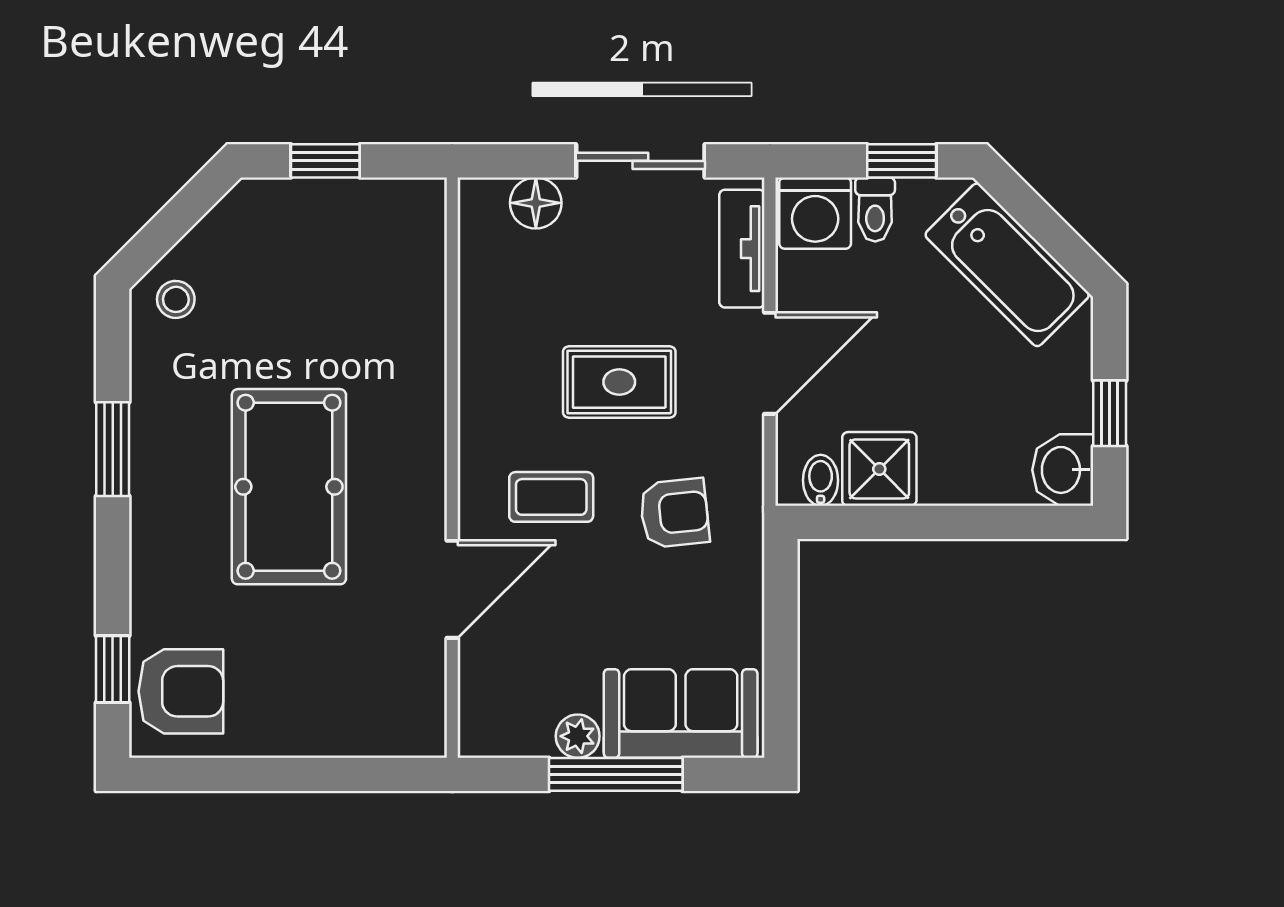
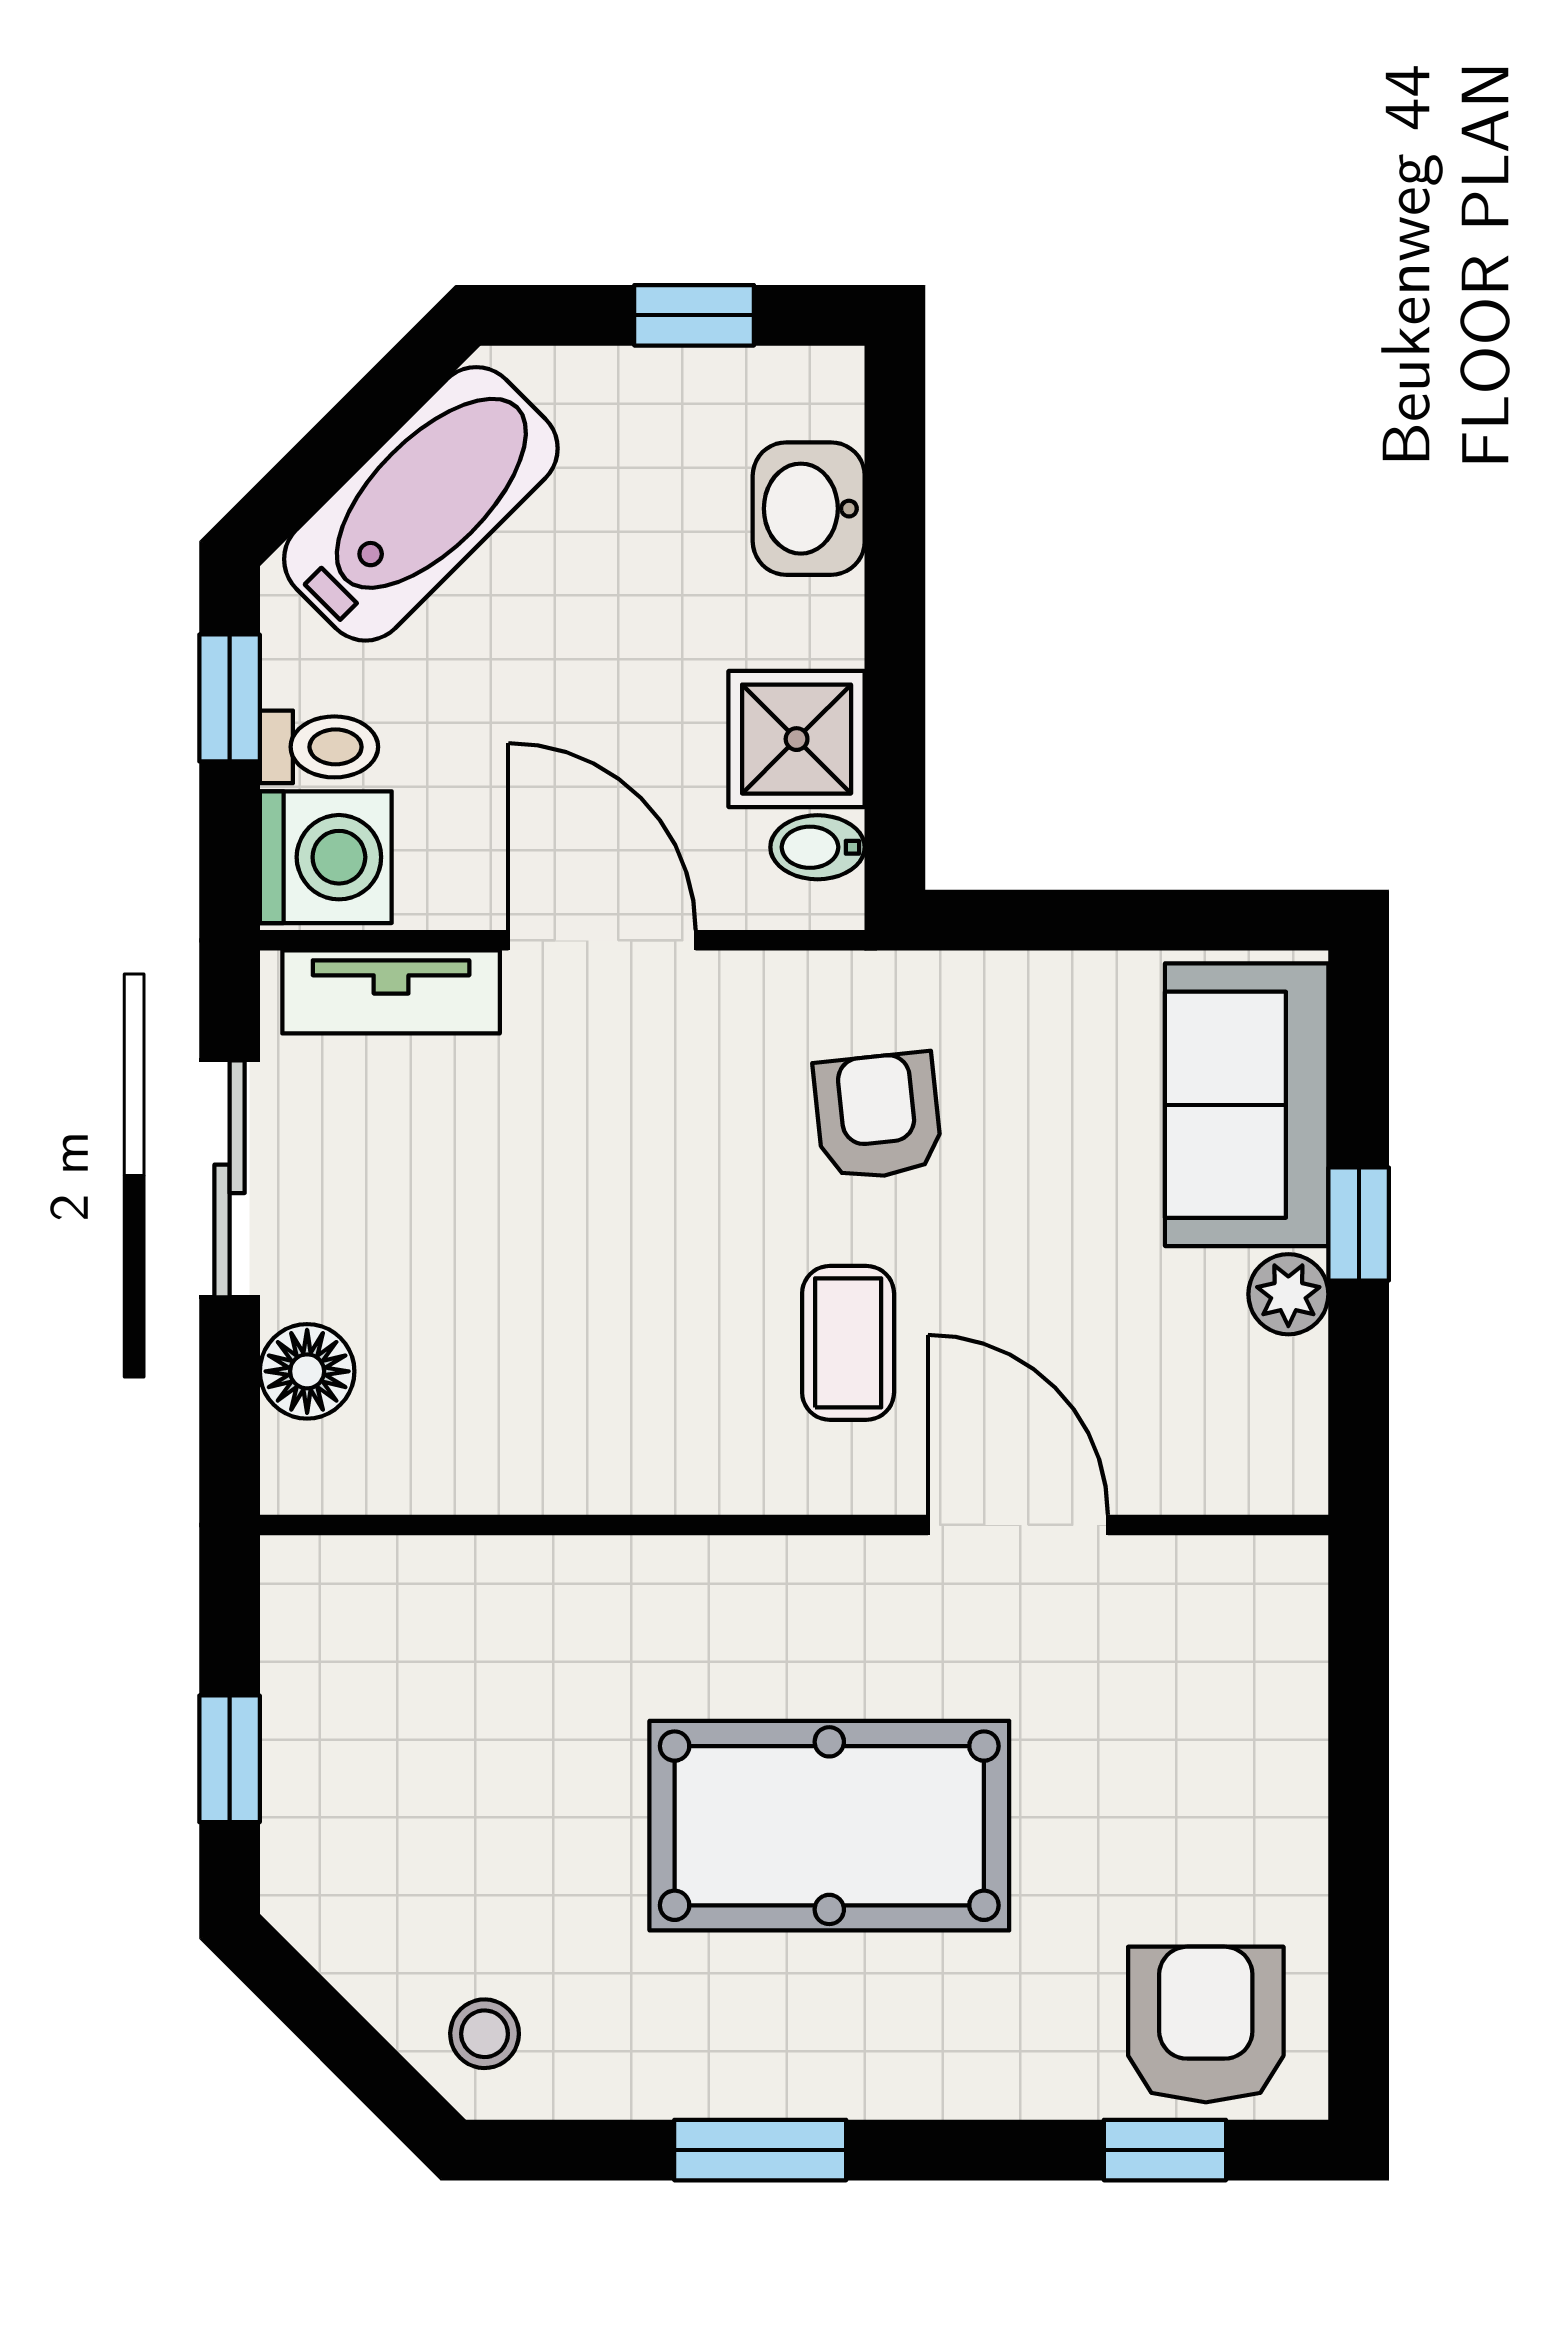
rug: (619, 382) -> (637, 1218), removed
washbasin: (1063, 470) -> (809, 509), moved, turned 90
window: (616, 774) -> (1359, 1224), width x0.46

